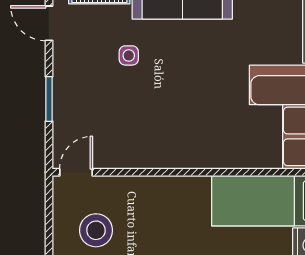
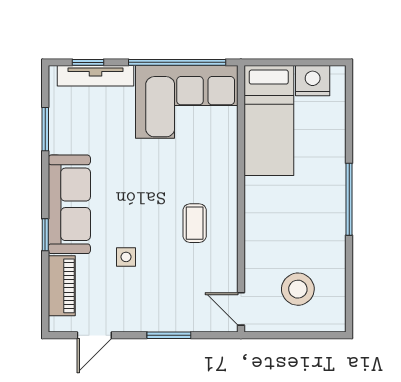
coffee table: (163, 125) -> (195, 223), added

